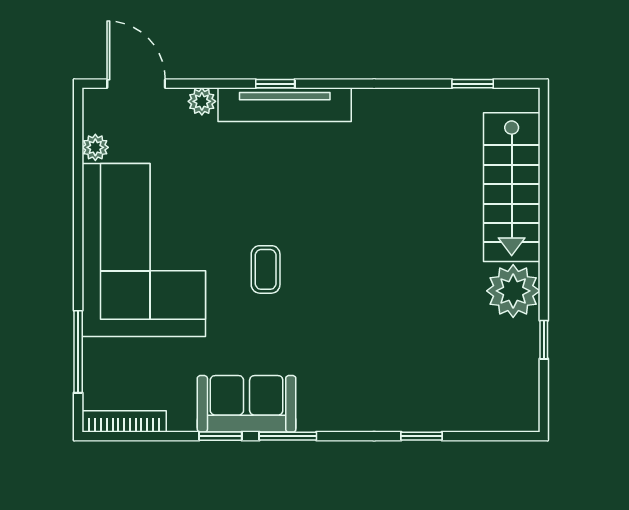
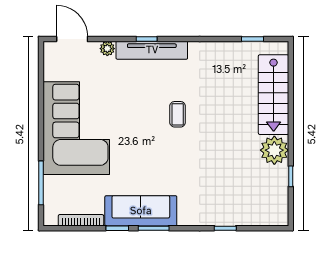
plant: (95, 147) -> (50, 73), removed
coffee table: (266, 269) -> (178, 114), moved
sofa: (247, 404) -> (141, 211), width x1.36
bookcase: (124, 421) -> (81, 220), moved

